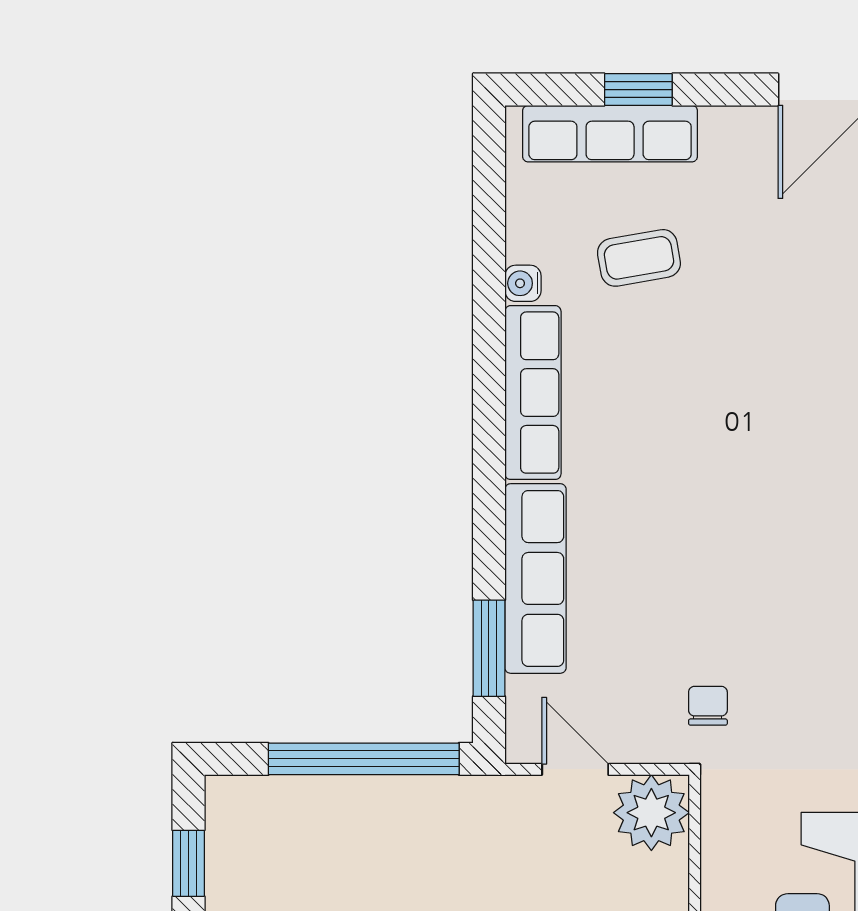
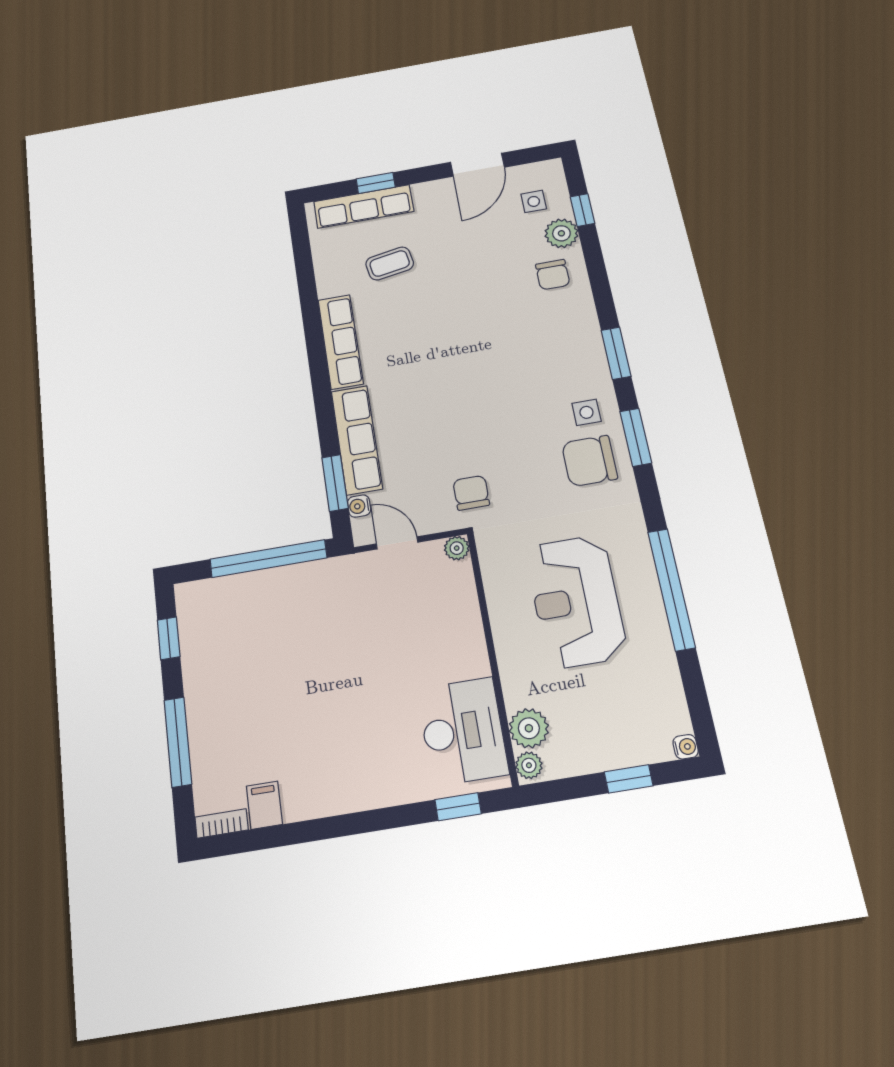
water cooler: (523, 283) -> (359, 506), moved
chair: (708, 706) -> (471, 493), width x1.37, depth x1.37
plant: (651, 813) -> (457, 548), width x0.53, depth x0.53

